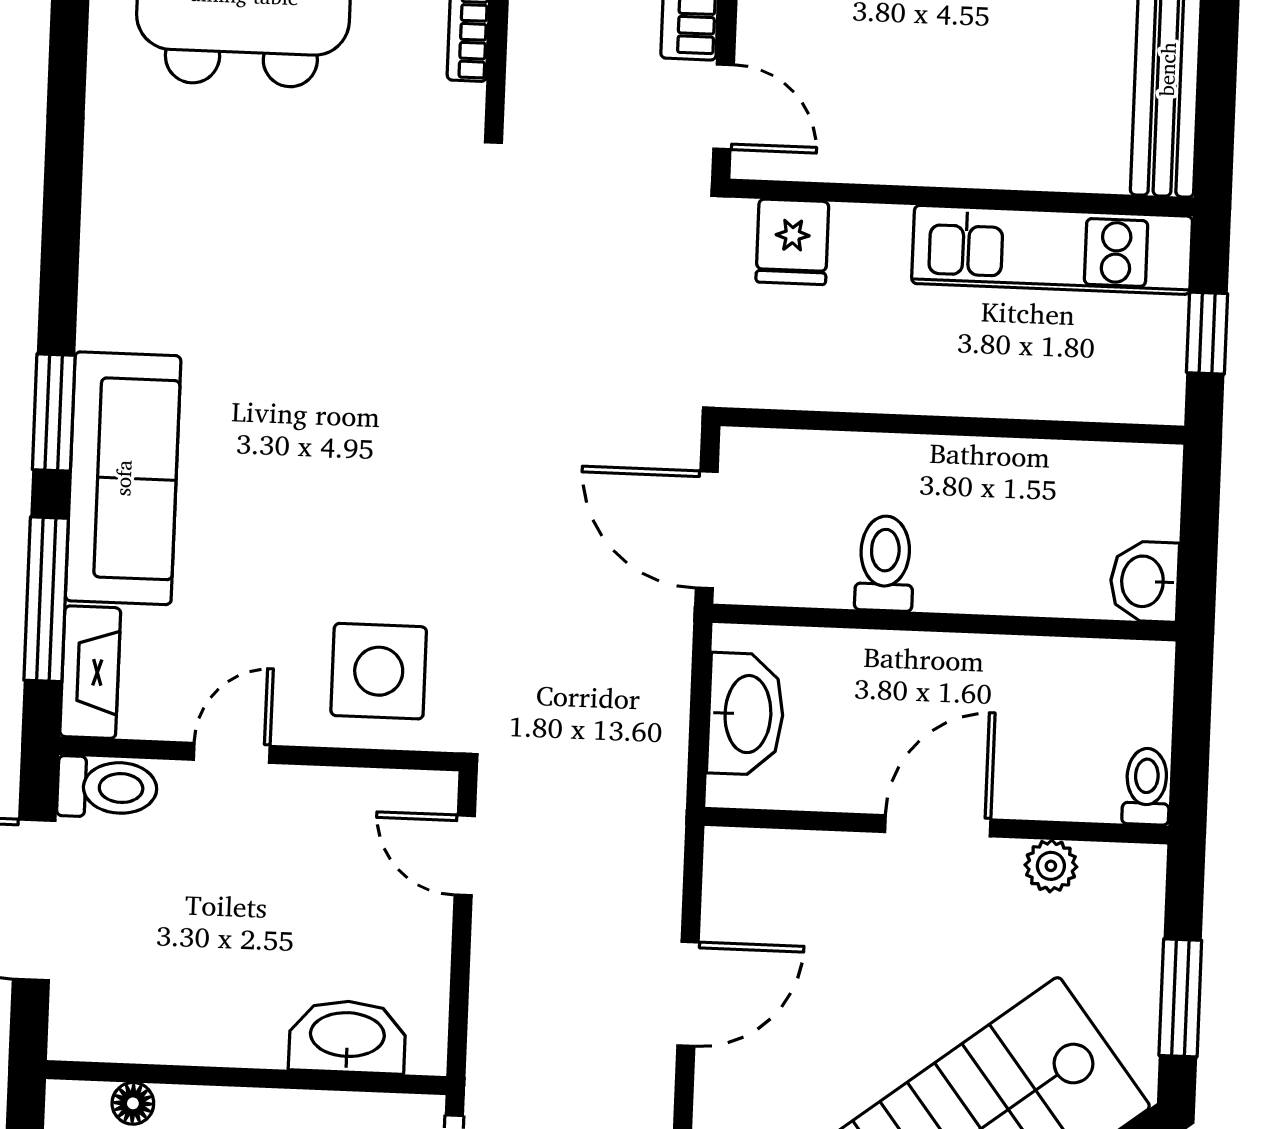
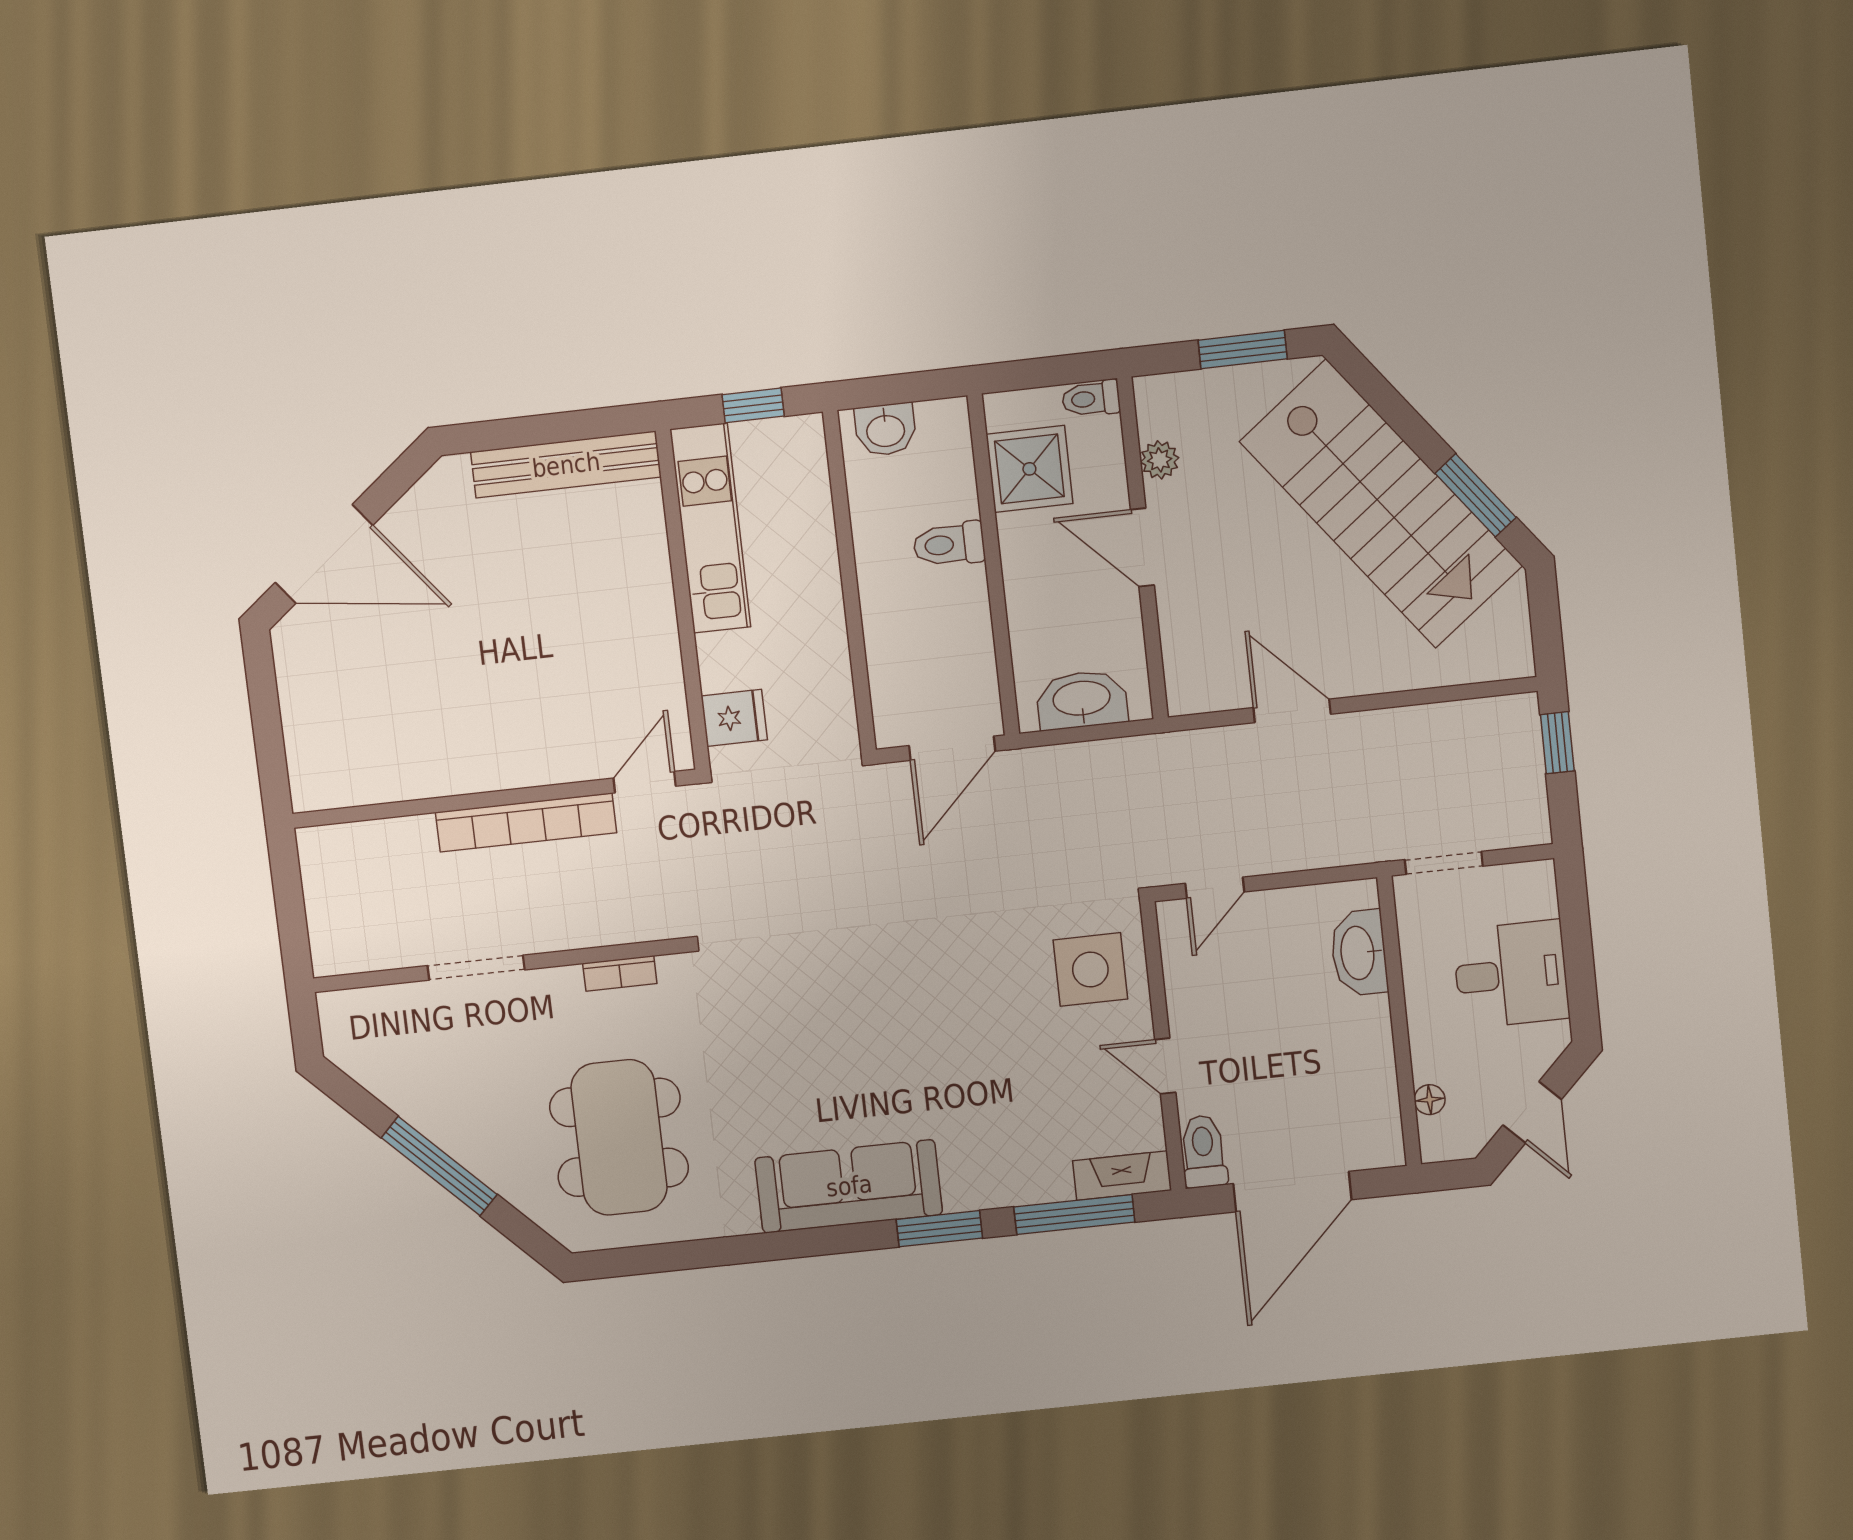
sofa: (123, 478) -> (849, 1186), moved
toilet: (885, 563) -> (949, 544), moved
washbasin: (1144, 581) -> (885, 430), moved
shower: (1066, 690) -> (1029, 469), added

